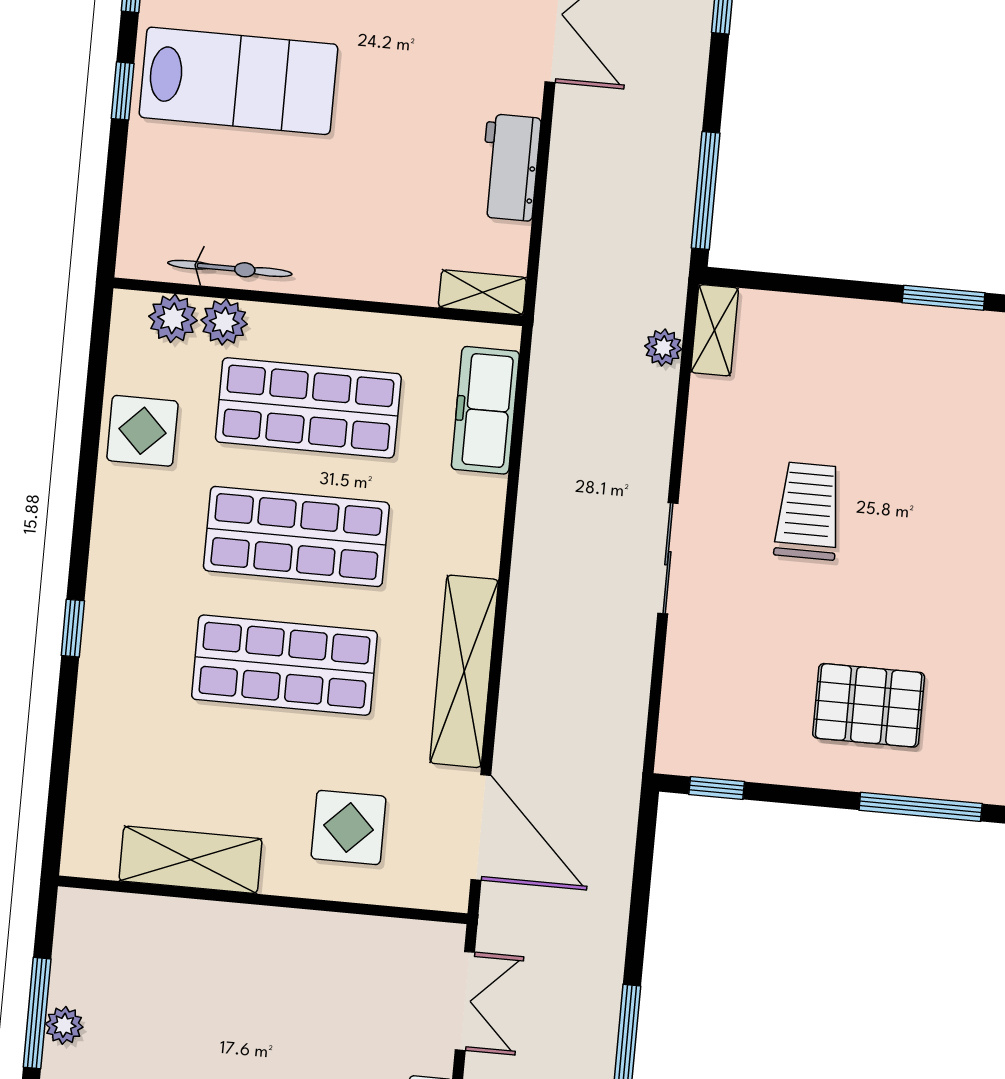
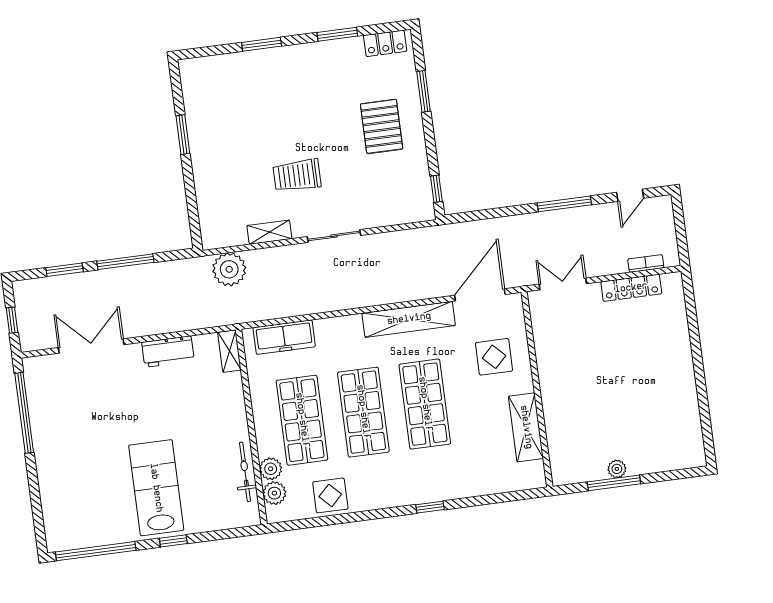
window: (706, 191) -> (125, 262), moved
shelving: (715, 330) -> (269, 232), moved
plant: (663, 348) -> (229, 269), width x1.87, depth x1.87
window: (921, 807) -> (424, 91), width x0.69

